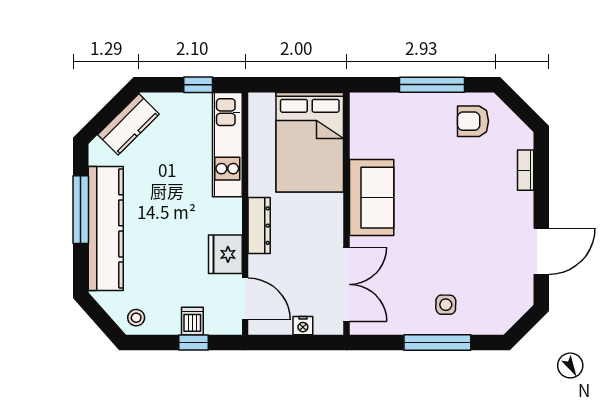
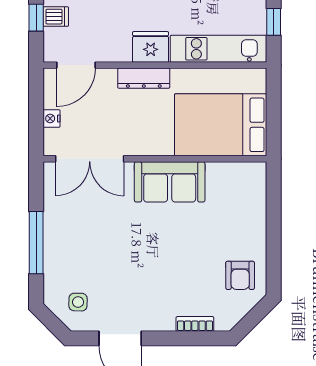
window: (432, 85) -> (274, 238), removed
armchair: (473, 121) -> (240, 275), turned 180
fridge: (225, 254) -> (151, 47), moved
side table: (446, 305) -> (78, 302), moved

